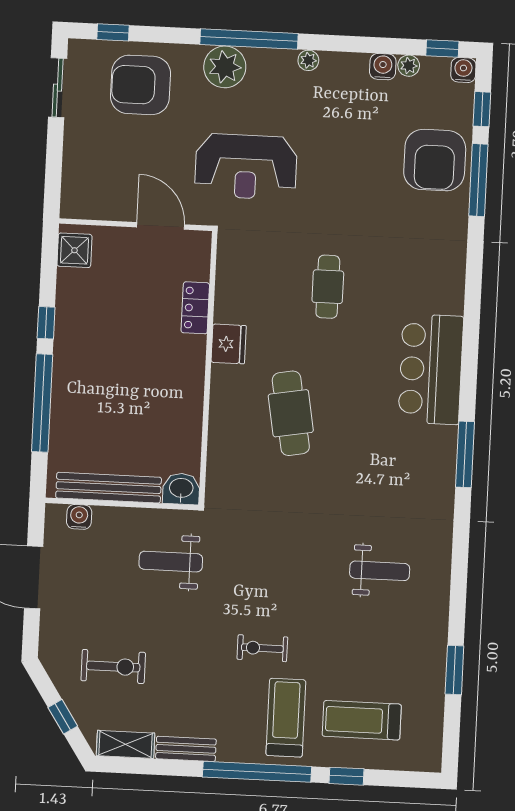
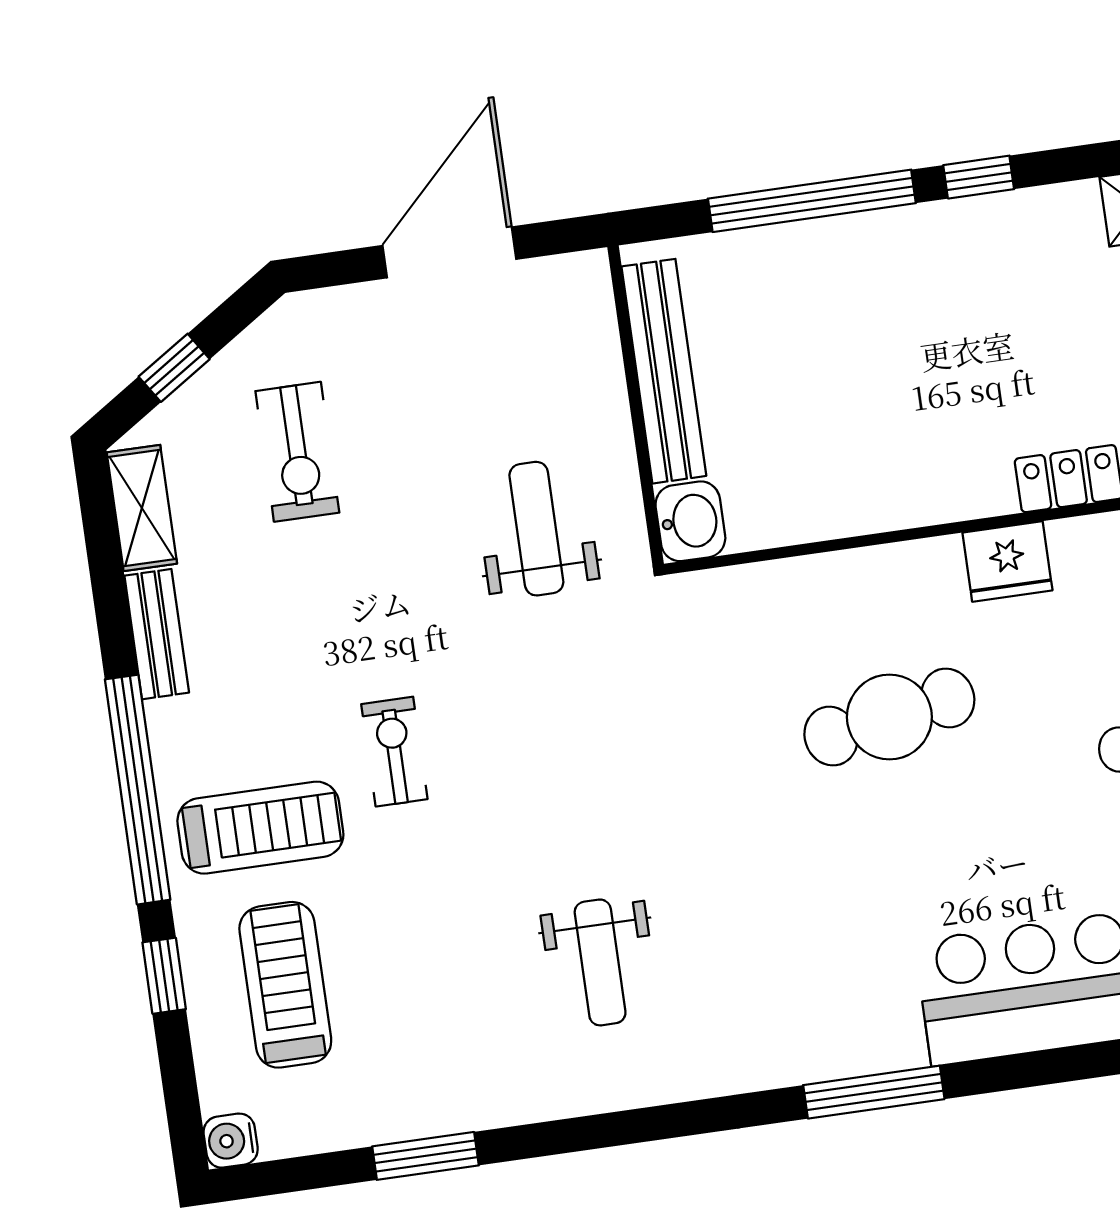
water cooler: (79, 517) -> (231, 1141), moved, turned 180

